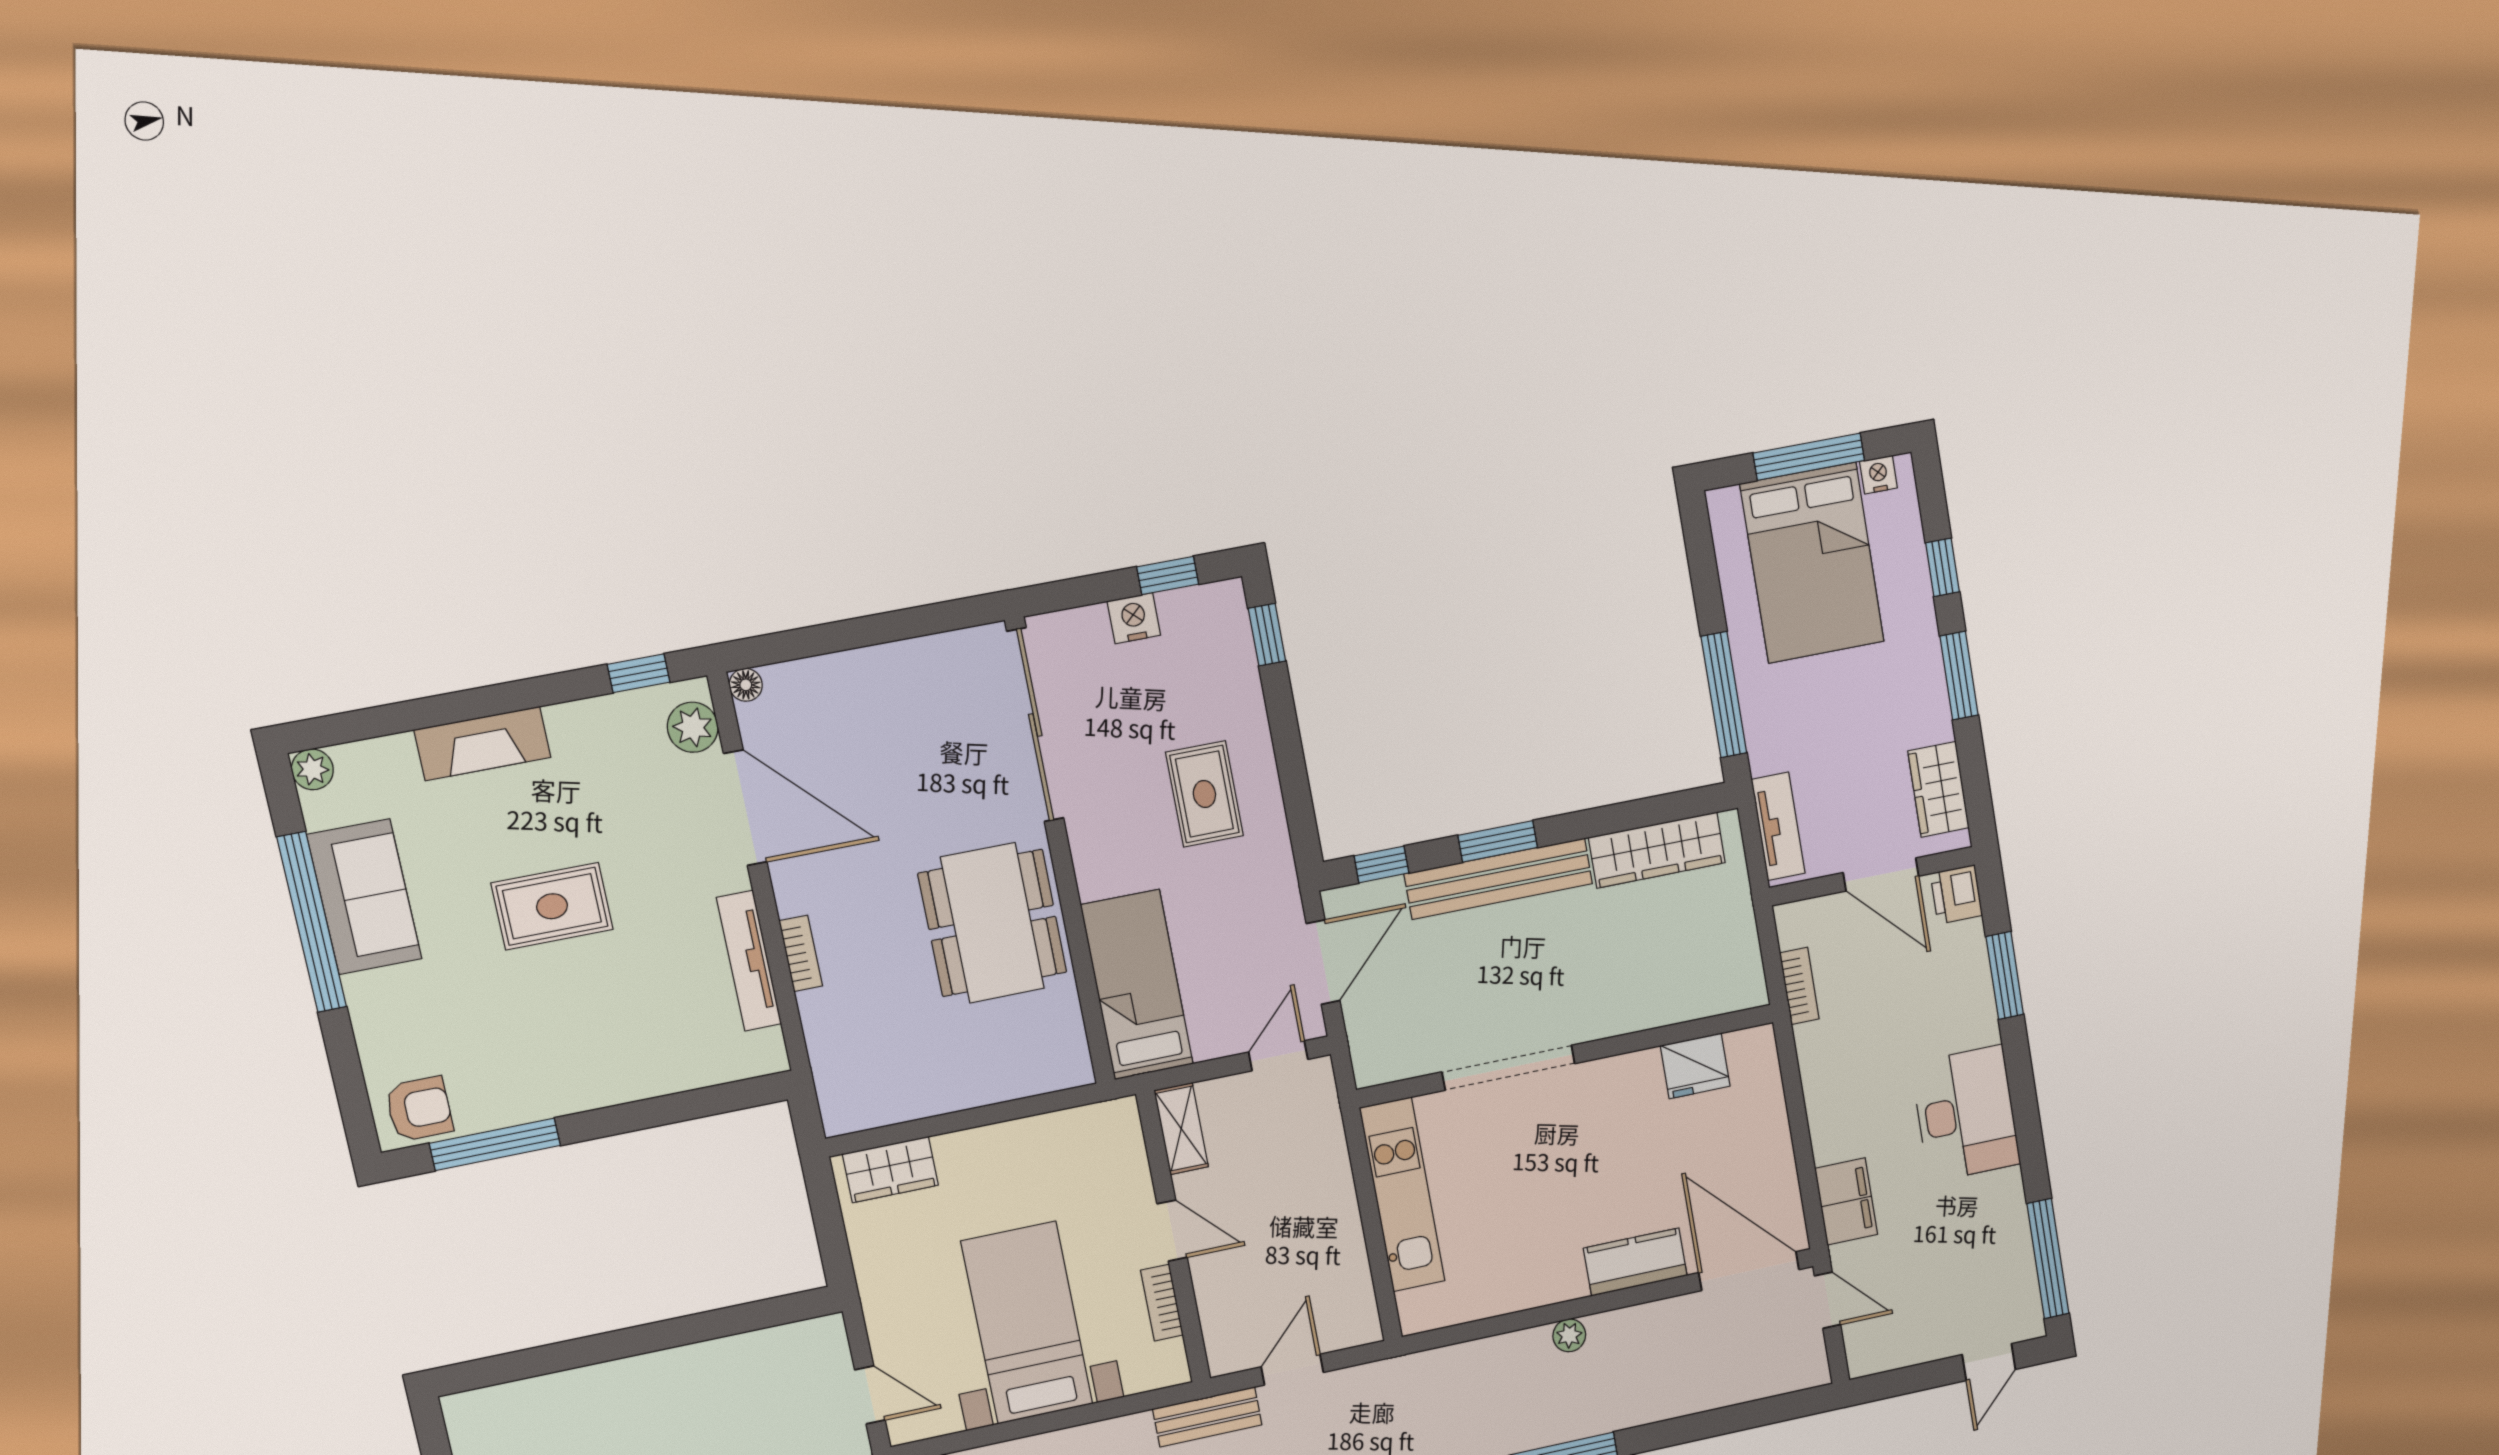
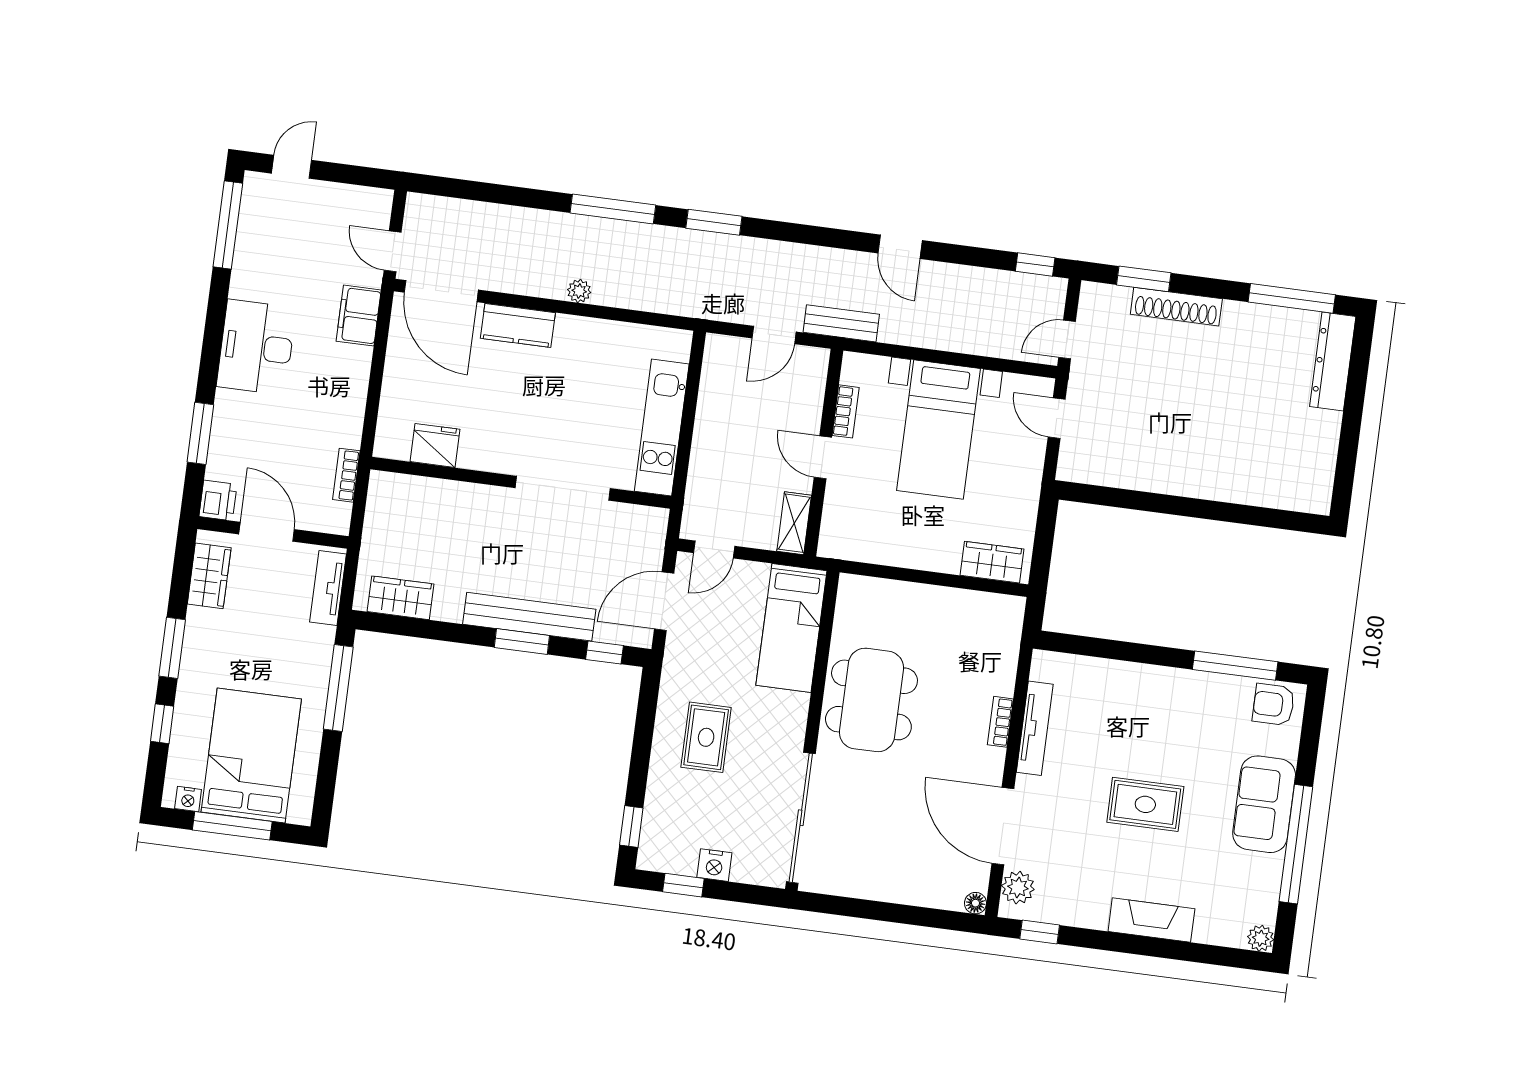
wardrobe: (1657, 850) -> (401, 598), width x0.67
sofa: (364, 897) -> (1264, 804), moved

